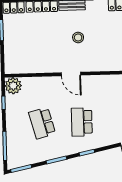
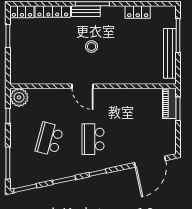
school desk: (42, 123) -> (49, 139), turned 30

